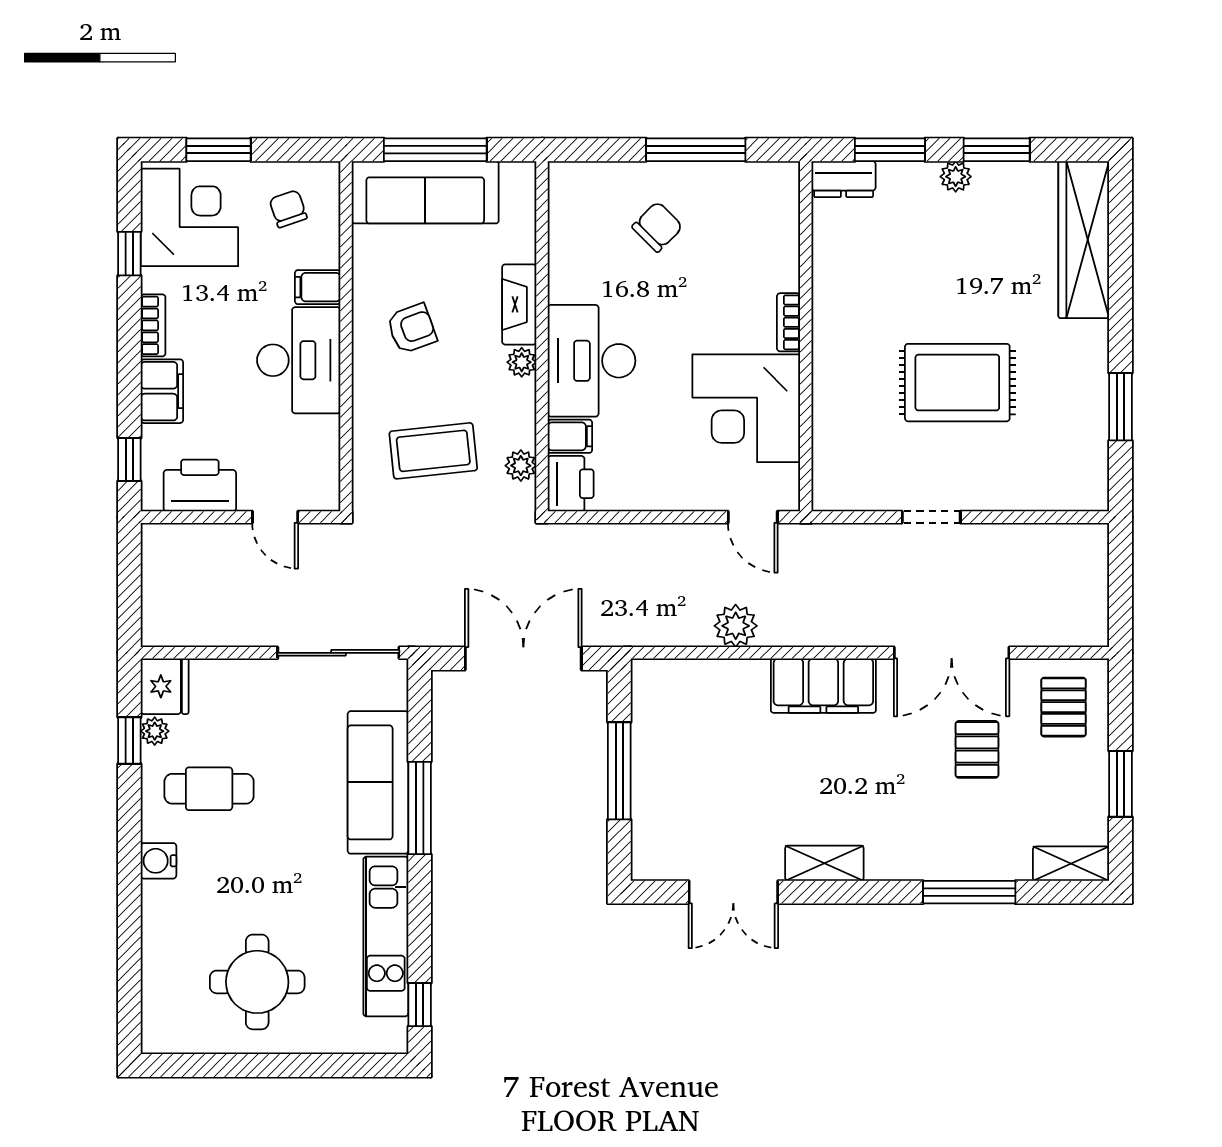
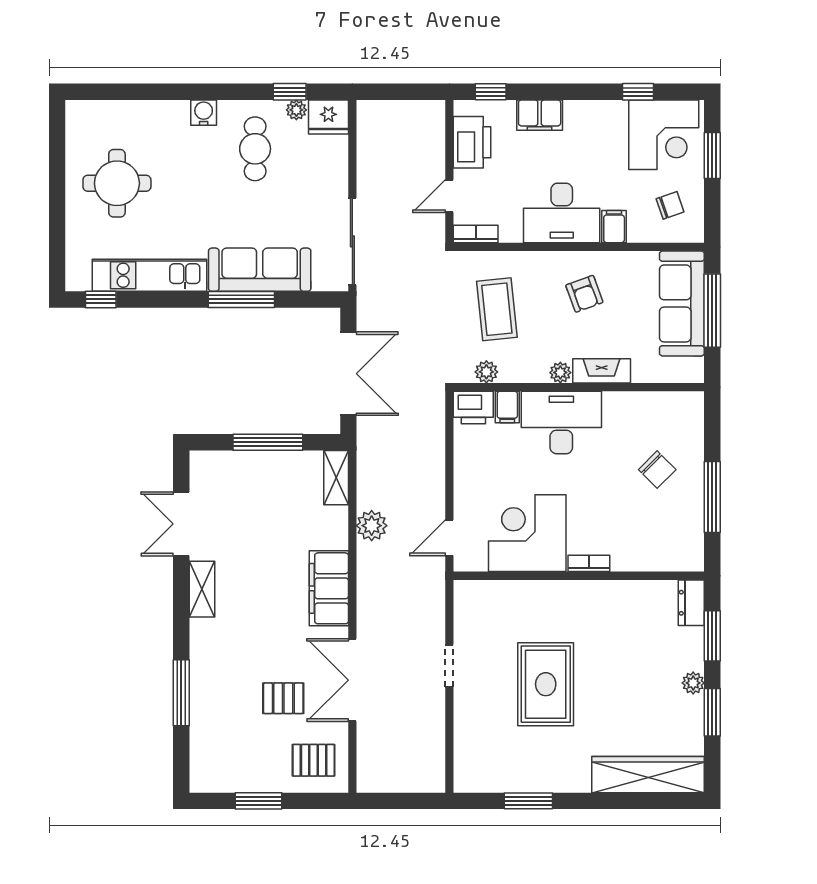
bookcase: (153, 325) -> (476, 234), moved, turned 180
shelving: (1071, 864) -> (336, 478), moved

